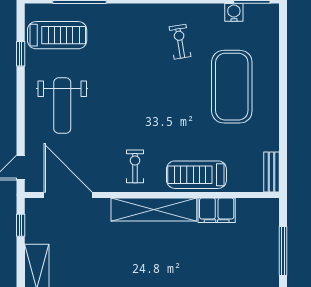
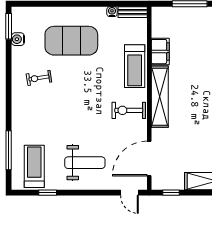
water cooler: (272, 143) -> (112, 12), added
exercise bike: (135, 166) -> (129, 110), width x1.38, depth x1.39

